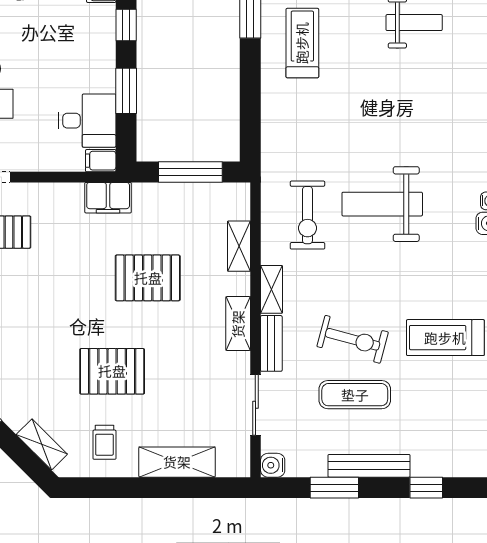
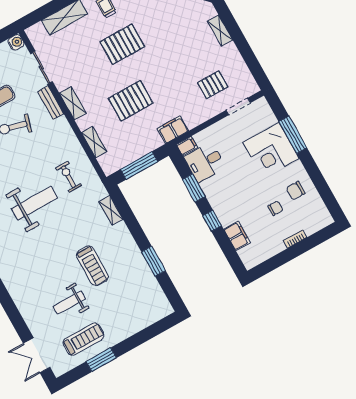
treadmill: (302, 43) -> (92, 266), moved
exercise bike: (307, 215) -> (69, 177), width x0.73, depth x0.72
shelving: (271, 289) -> (111, 210), moved

